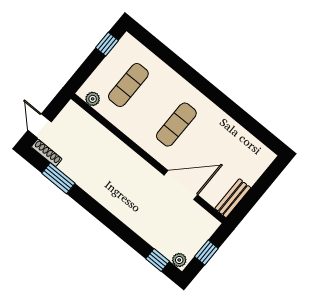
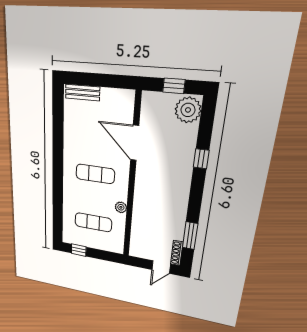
plant: (93, 99) -> (121, 207), moved
bench: (233, 198) -> (83, 93), moved
window: (158, 260) -> (201, 159), moved
plant: (179, 260) -> (188, 110), width x1.88, depth x1.88

